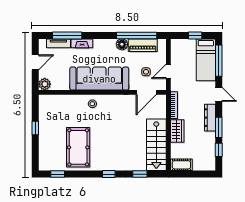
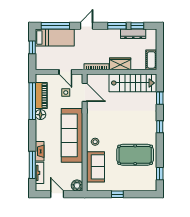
sofa: (65, 104) -> (96, 167), added
dresser: (210, 118) -> (133, 34), moved

